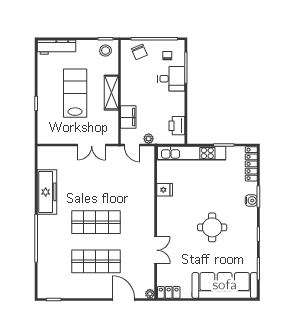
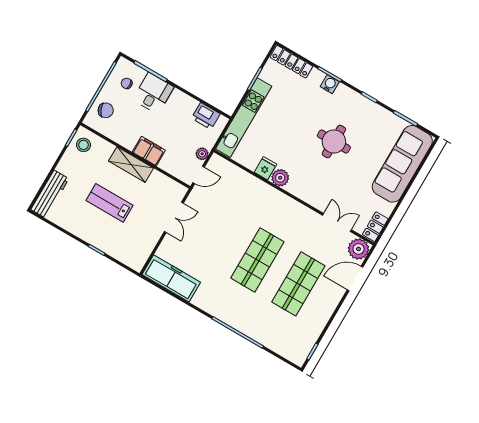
lab bench: (75, 93) -> (110, 203), width x0.73, depth x0.72
filing cabinet: (128, 117) -> (149, 151), moved
freezer: (47, 192) -> (171, 278), moved
plant: (164, 204) -> (280, 178), added
double door: (156, 250) -> (337, 223), moved
plant: (150, 294) -> (358, 249), width x1.88, depth x1.88

